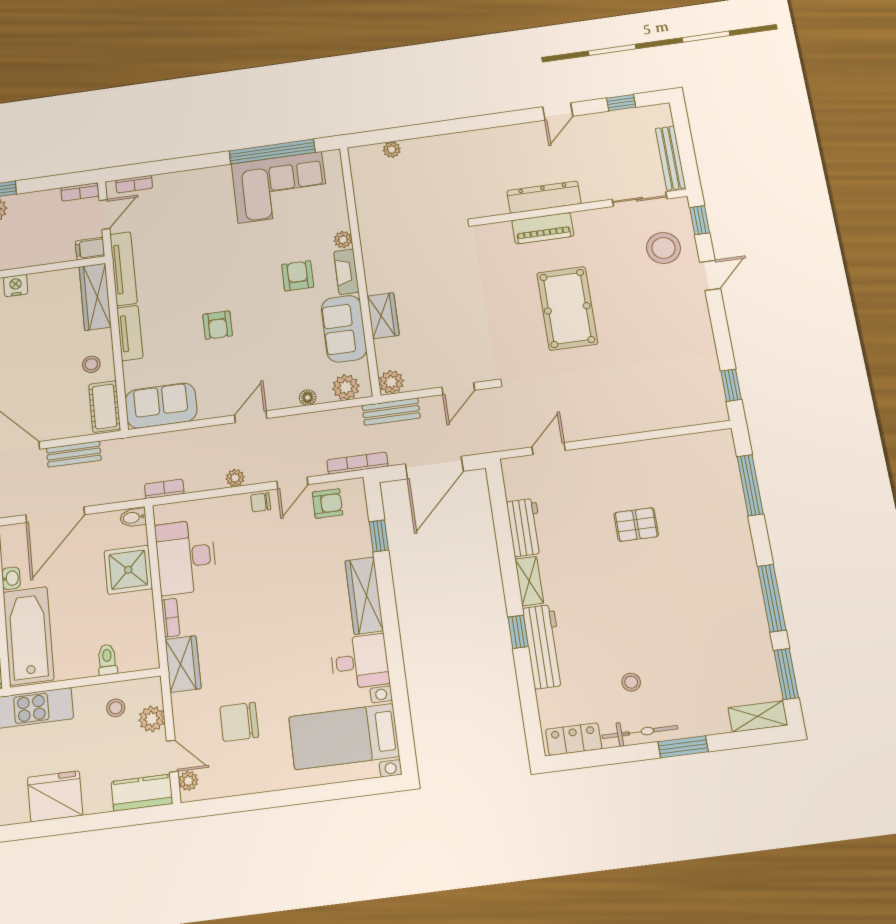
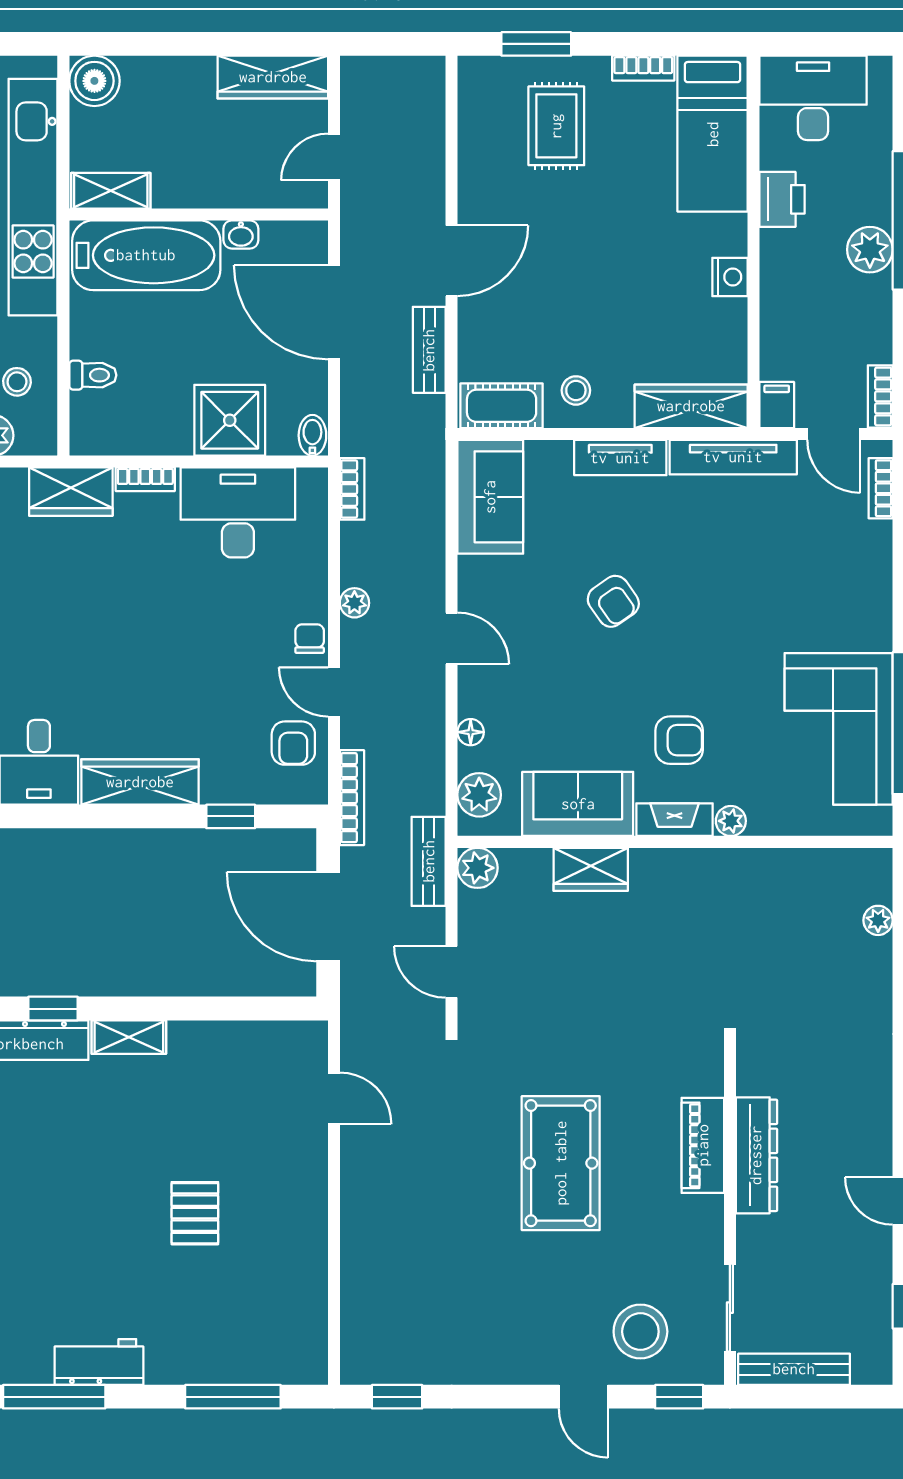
pool table: (567, 308) -> (561, 1163), turned 90
armchair: (218, 325) -> (613, 601), turned -125
workbench: (525, 527) -> (99, 1362), moved, turned 180

